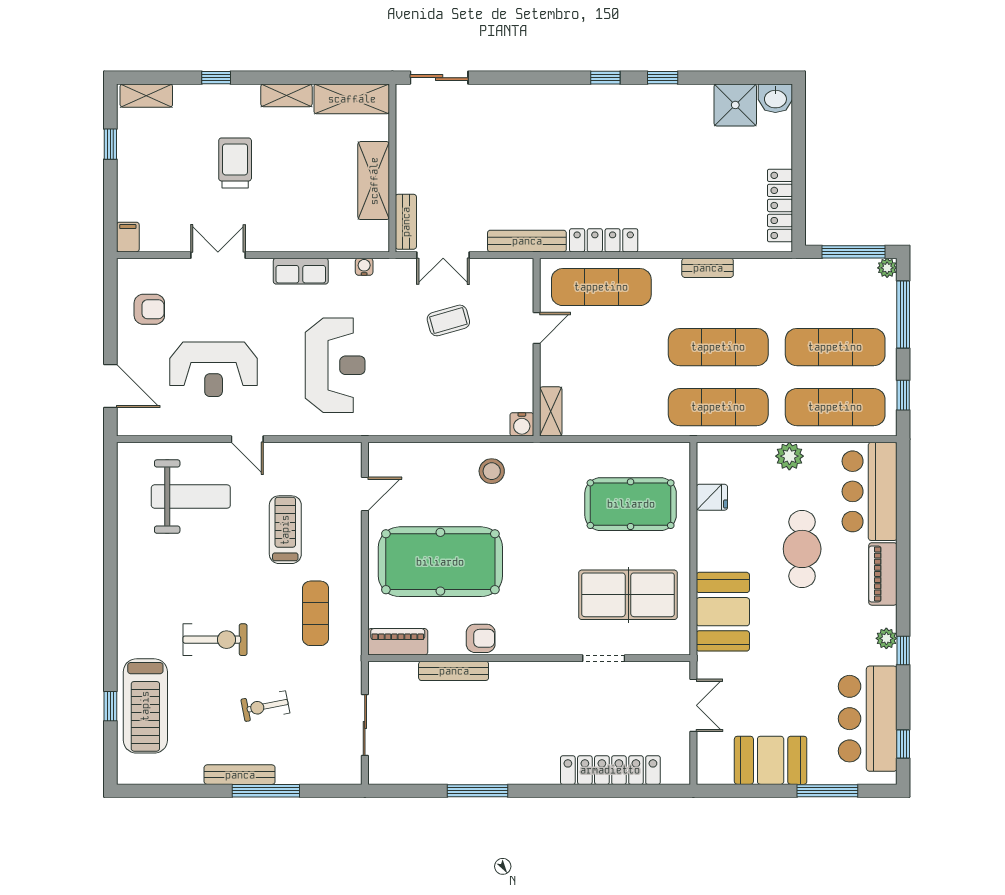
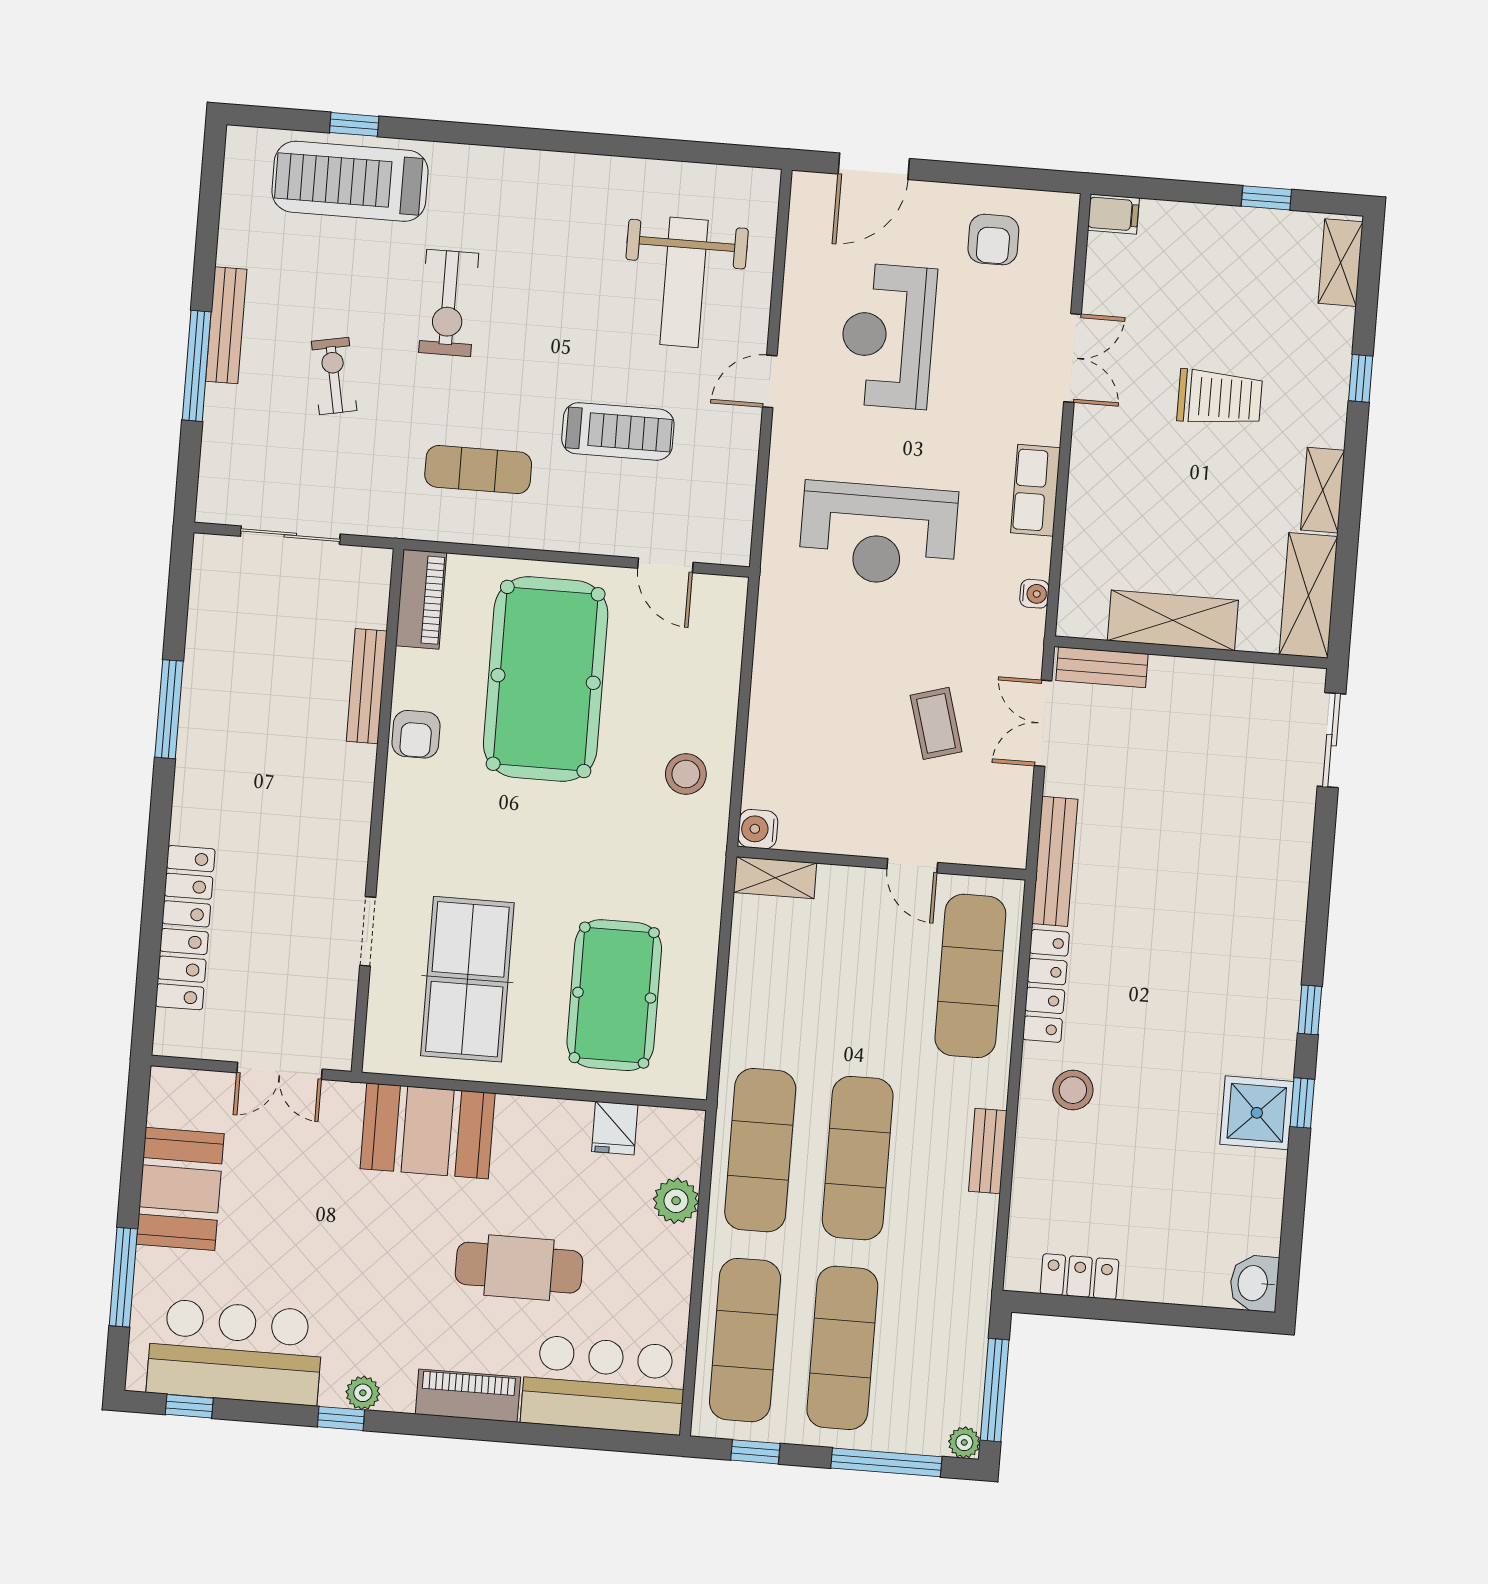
shower: (735, 105) -> (1257, 1113), moved
locker: (780, 205) -> (1079, 1277), width x0.66
stool: (666, 219) -> (1073, 1090), added
plant: (789, 456) -> (676, 1201), moved

